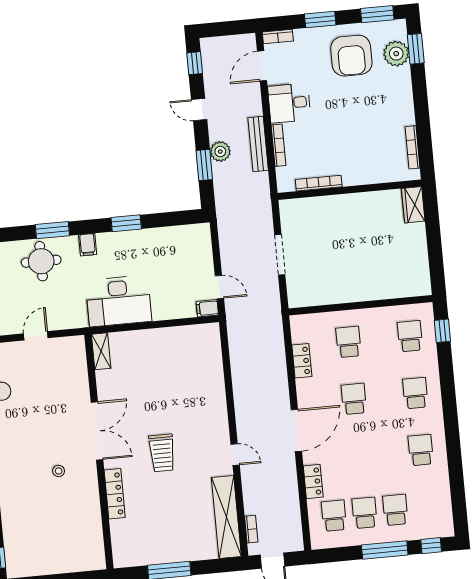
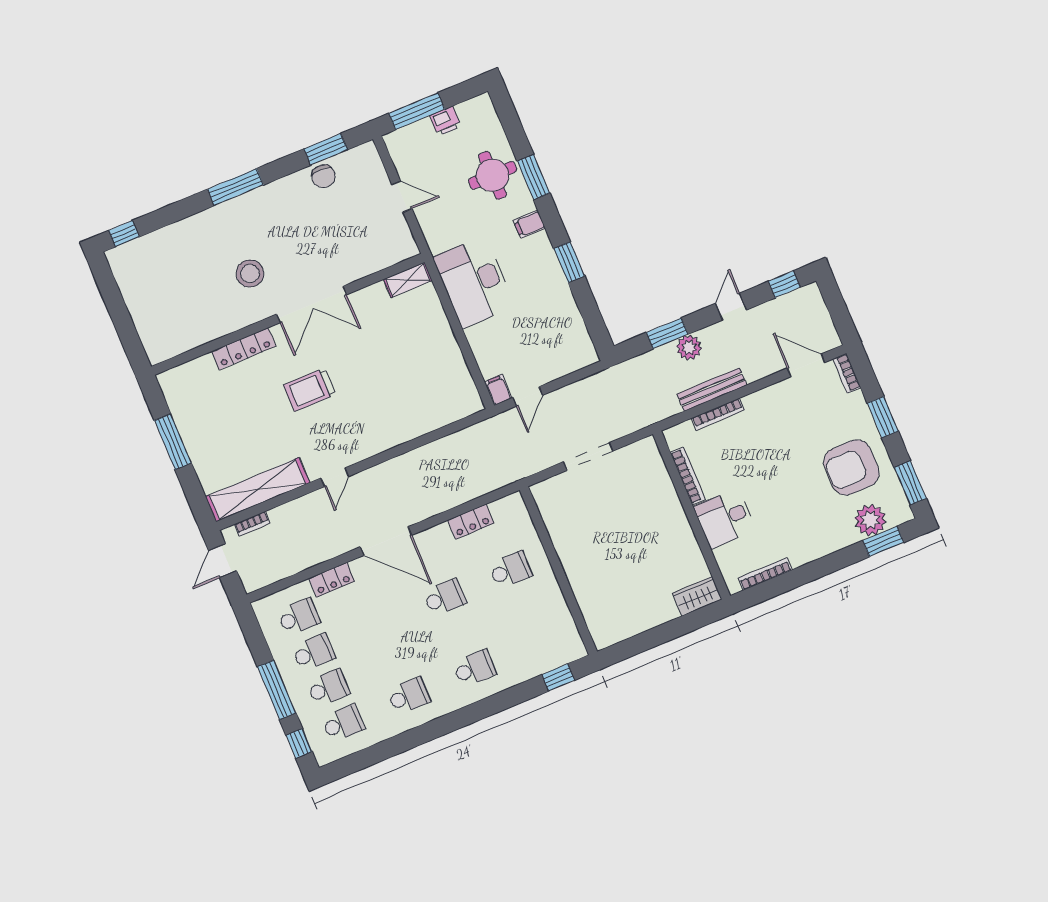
desk: (289, 103) -> (725, 518), moved, turned -90
school desk: (410, 336) -> (343, 723), moved
stool: (59, 471) -> (250, 274), width x1.89, depth x1.89

